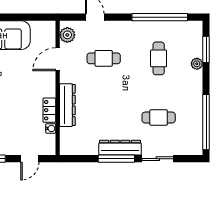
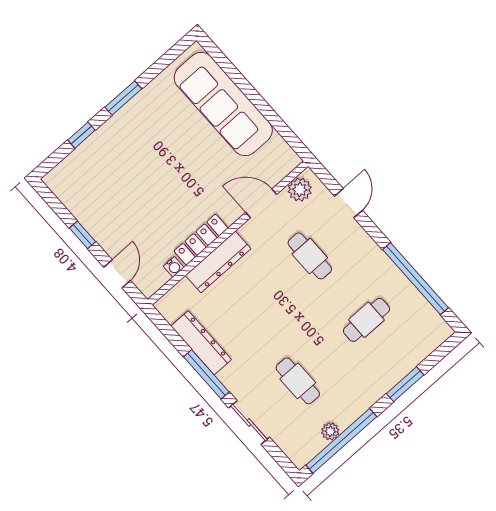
window: (206, 49) -> (405, 384), moved
plant: (197, 64) -> (330, 431), moved
locker: (49, 110) -> (201, 240), width x1.53
dresser: (120, 148) -> (201, 343), moved
door: (30, 159) -> (117, 274), swing flipped

